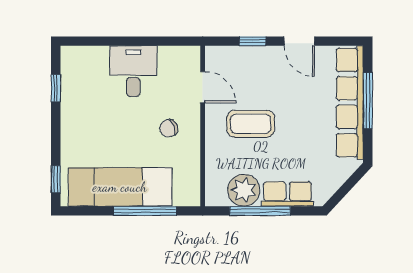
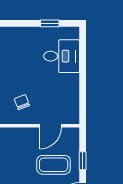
desk: (133, 71) -> (62, 56), moved
coffee table: (251, 124) -> (54, 165), moved, turned 90

